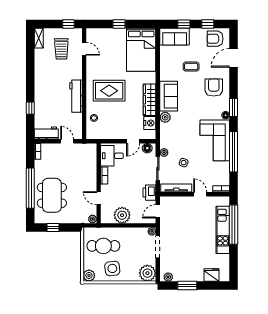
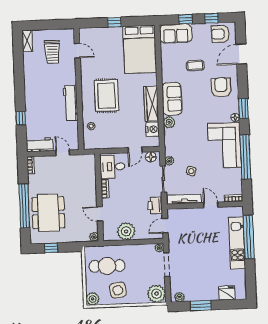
window: (68, 24) -> (59, 24), removed
rug: (109, 91) -> (106, 96), turned 90

